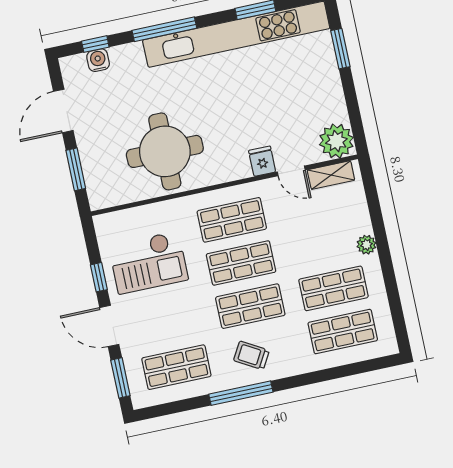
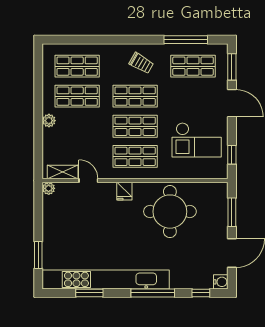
water cooler: (98, 60) -> (221, 282), moved, turned -90
plant: (336, 141) -> (49, 188), width x0.53, depth x0.53
fridge: (262, 161) -> (124, 191), moved
checkout: (148, 262) -> (197, 140), turned 180
window: (99, 277) -> (232, 155), moved
window: (241, 393) -> (186, 40), moved

